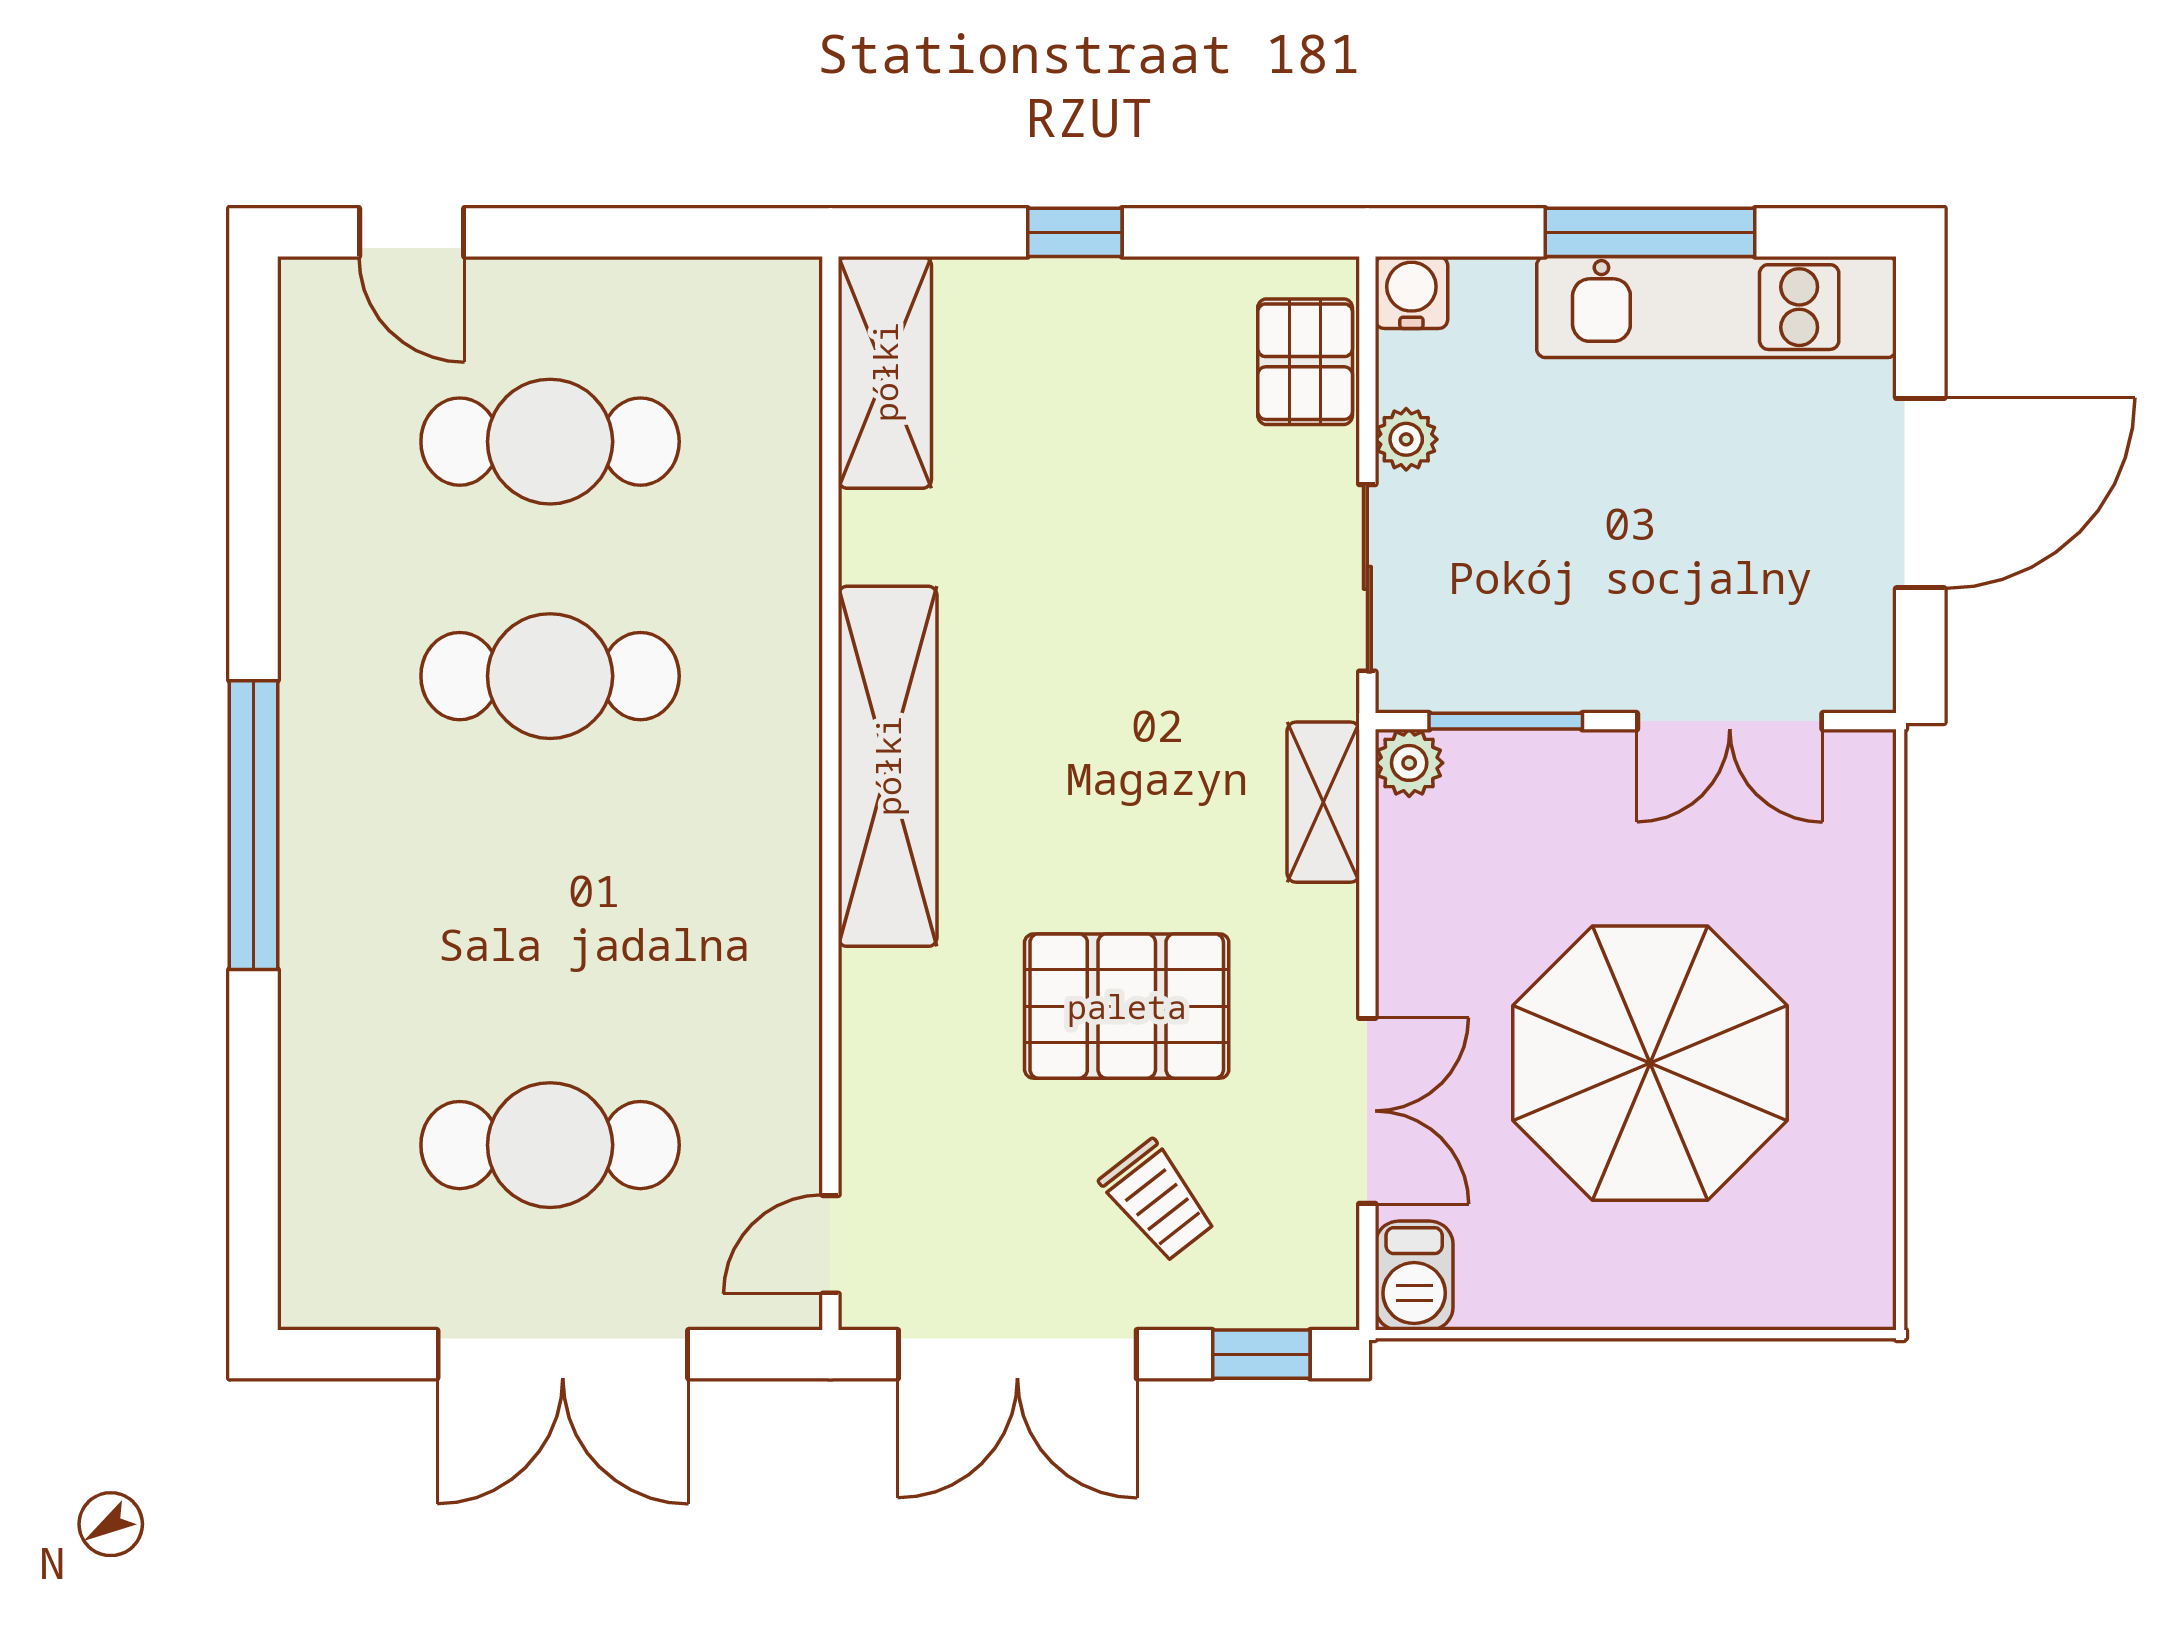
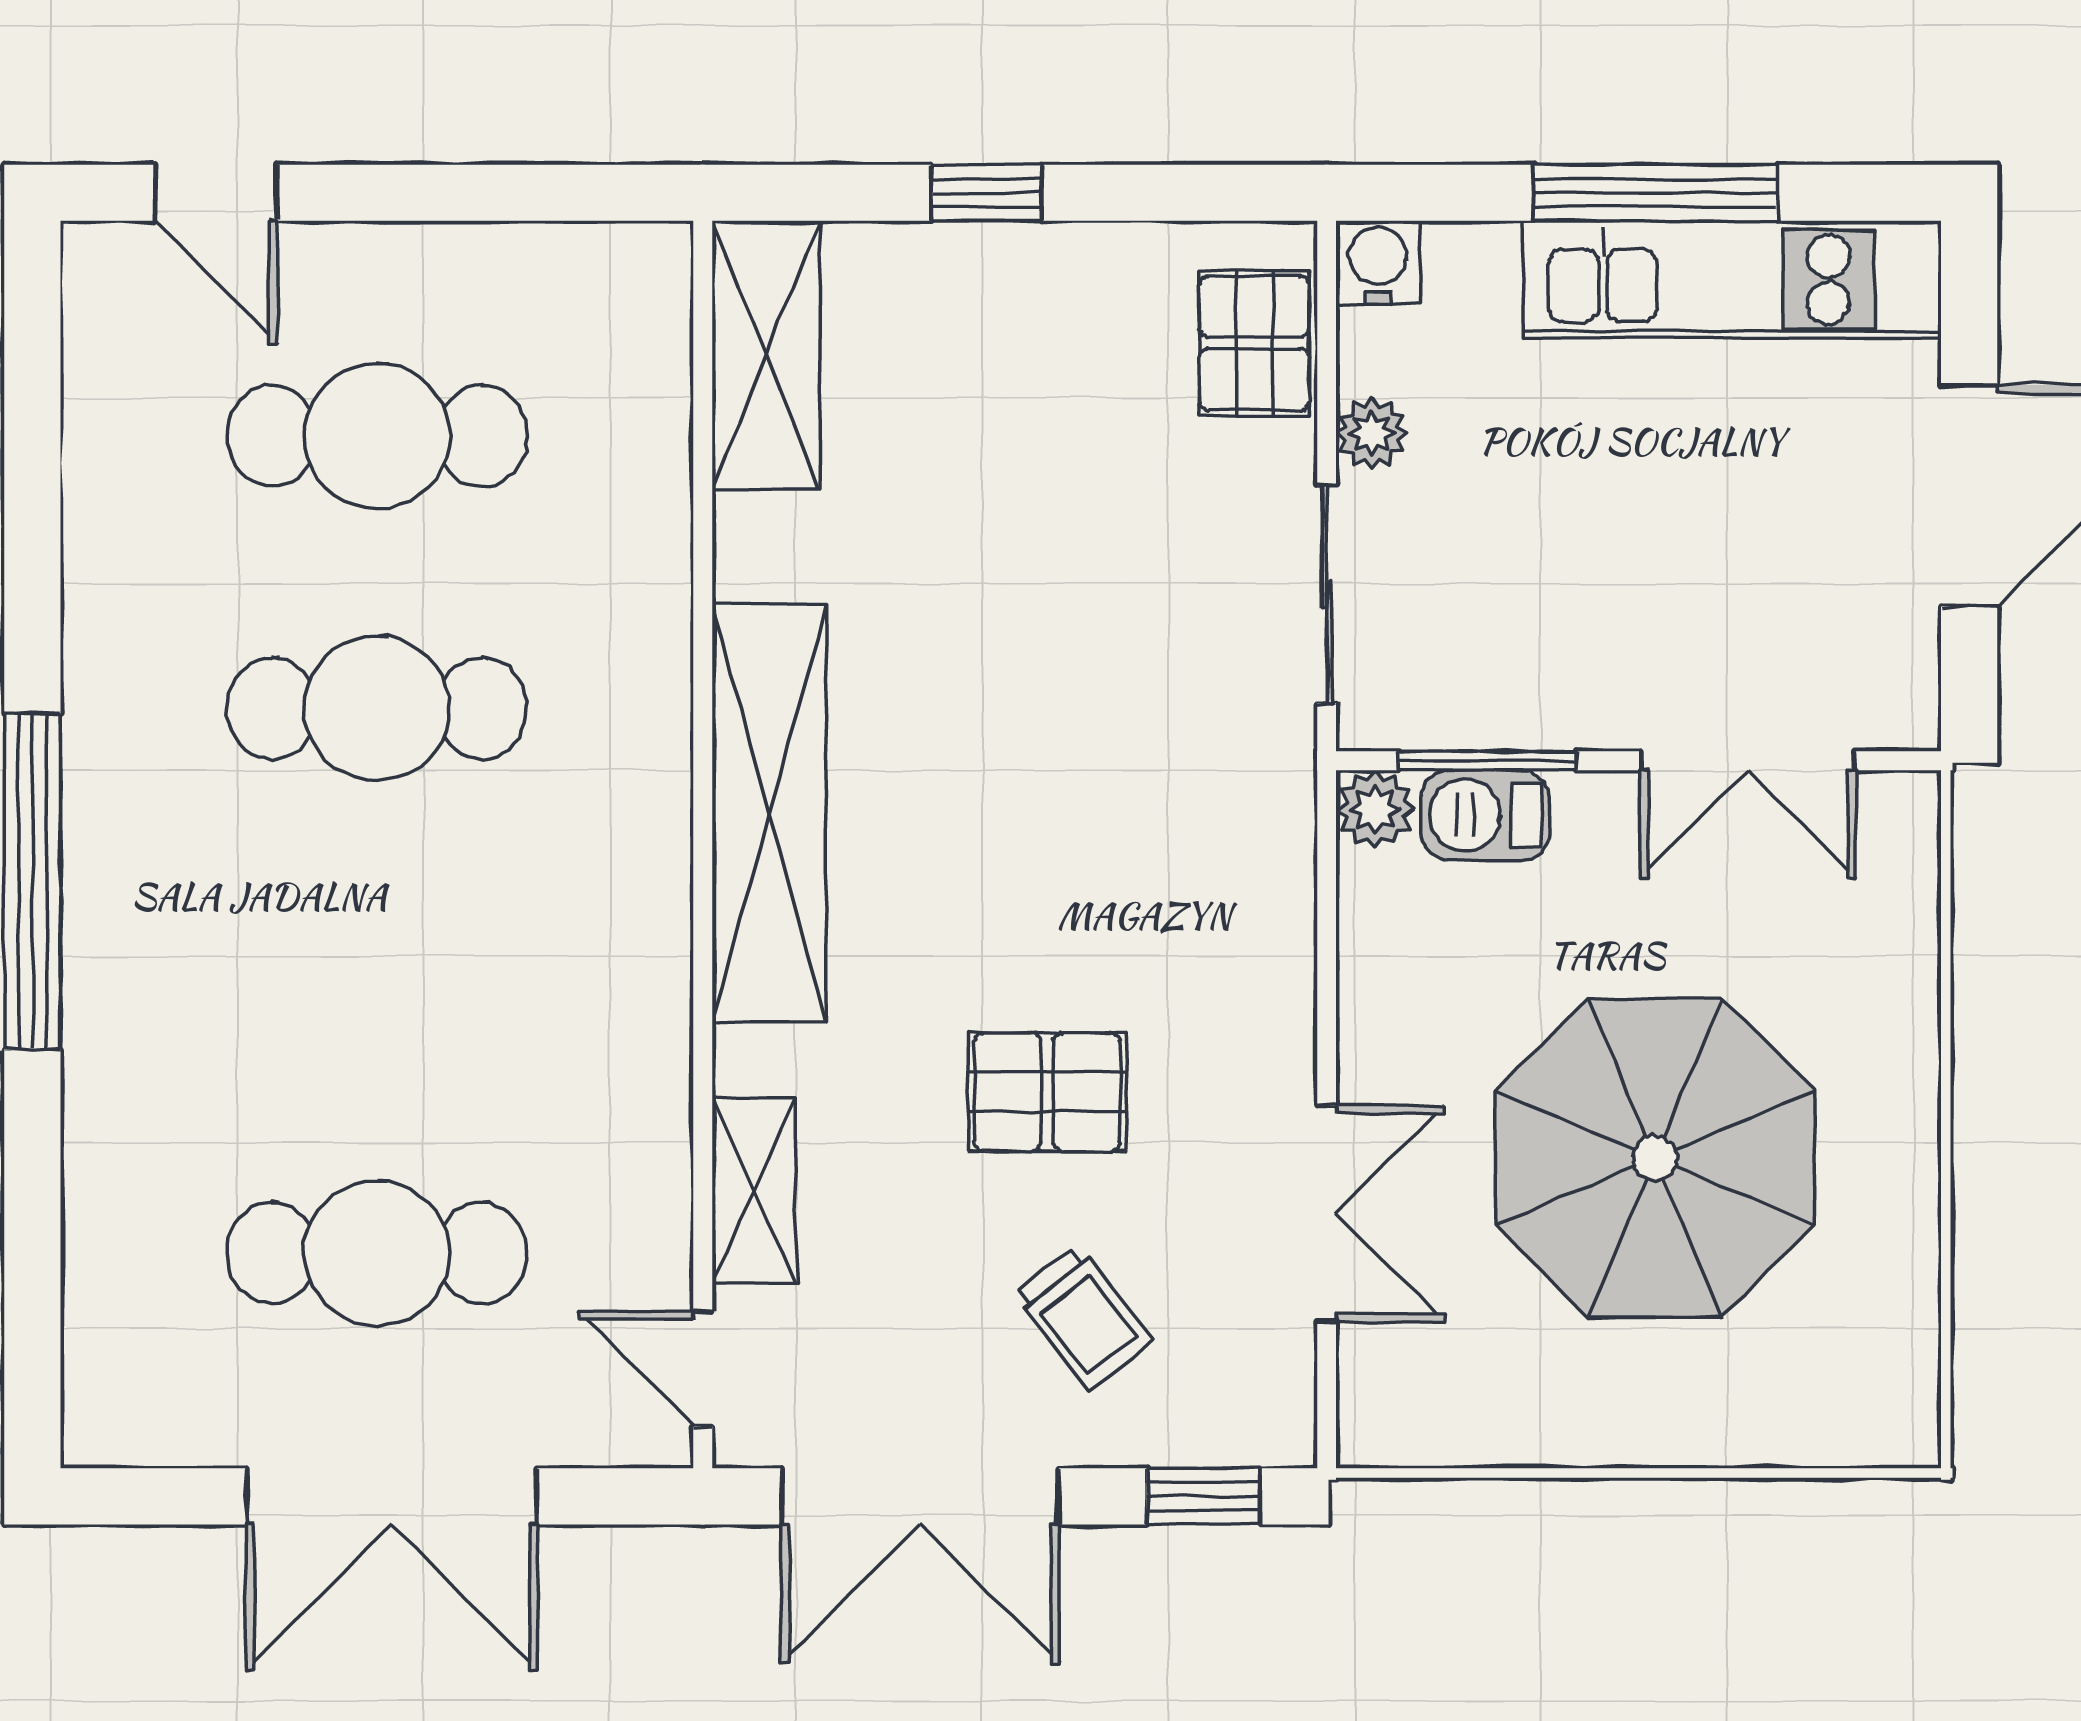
shelving: (1323, 802) -> (754, 1190), moved
pallet: (1127, 1006) -> (1047, 1092), width x0.67, depth x0.71
door: (830, 1244) -> (703, 1369), hinge flipped
barbecue: (1414, 1276) -> (1485, 815), moved, turned 90

